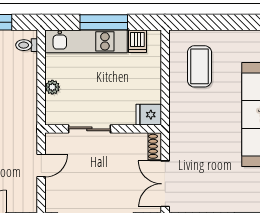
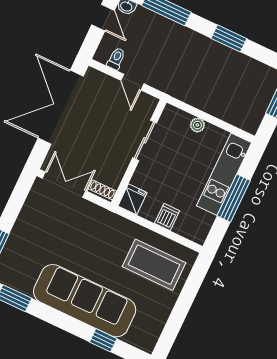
dishwasher: (137, 41) -> (167, 217), moved, turned 90
toilet: (27, 45) -> (116, 59), moved
coffee table: (199, 66) -> (154, 265), width x1.36, depth x1.32

